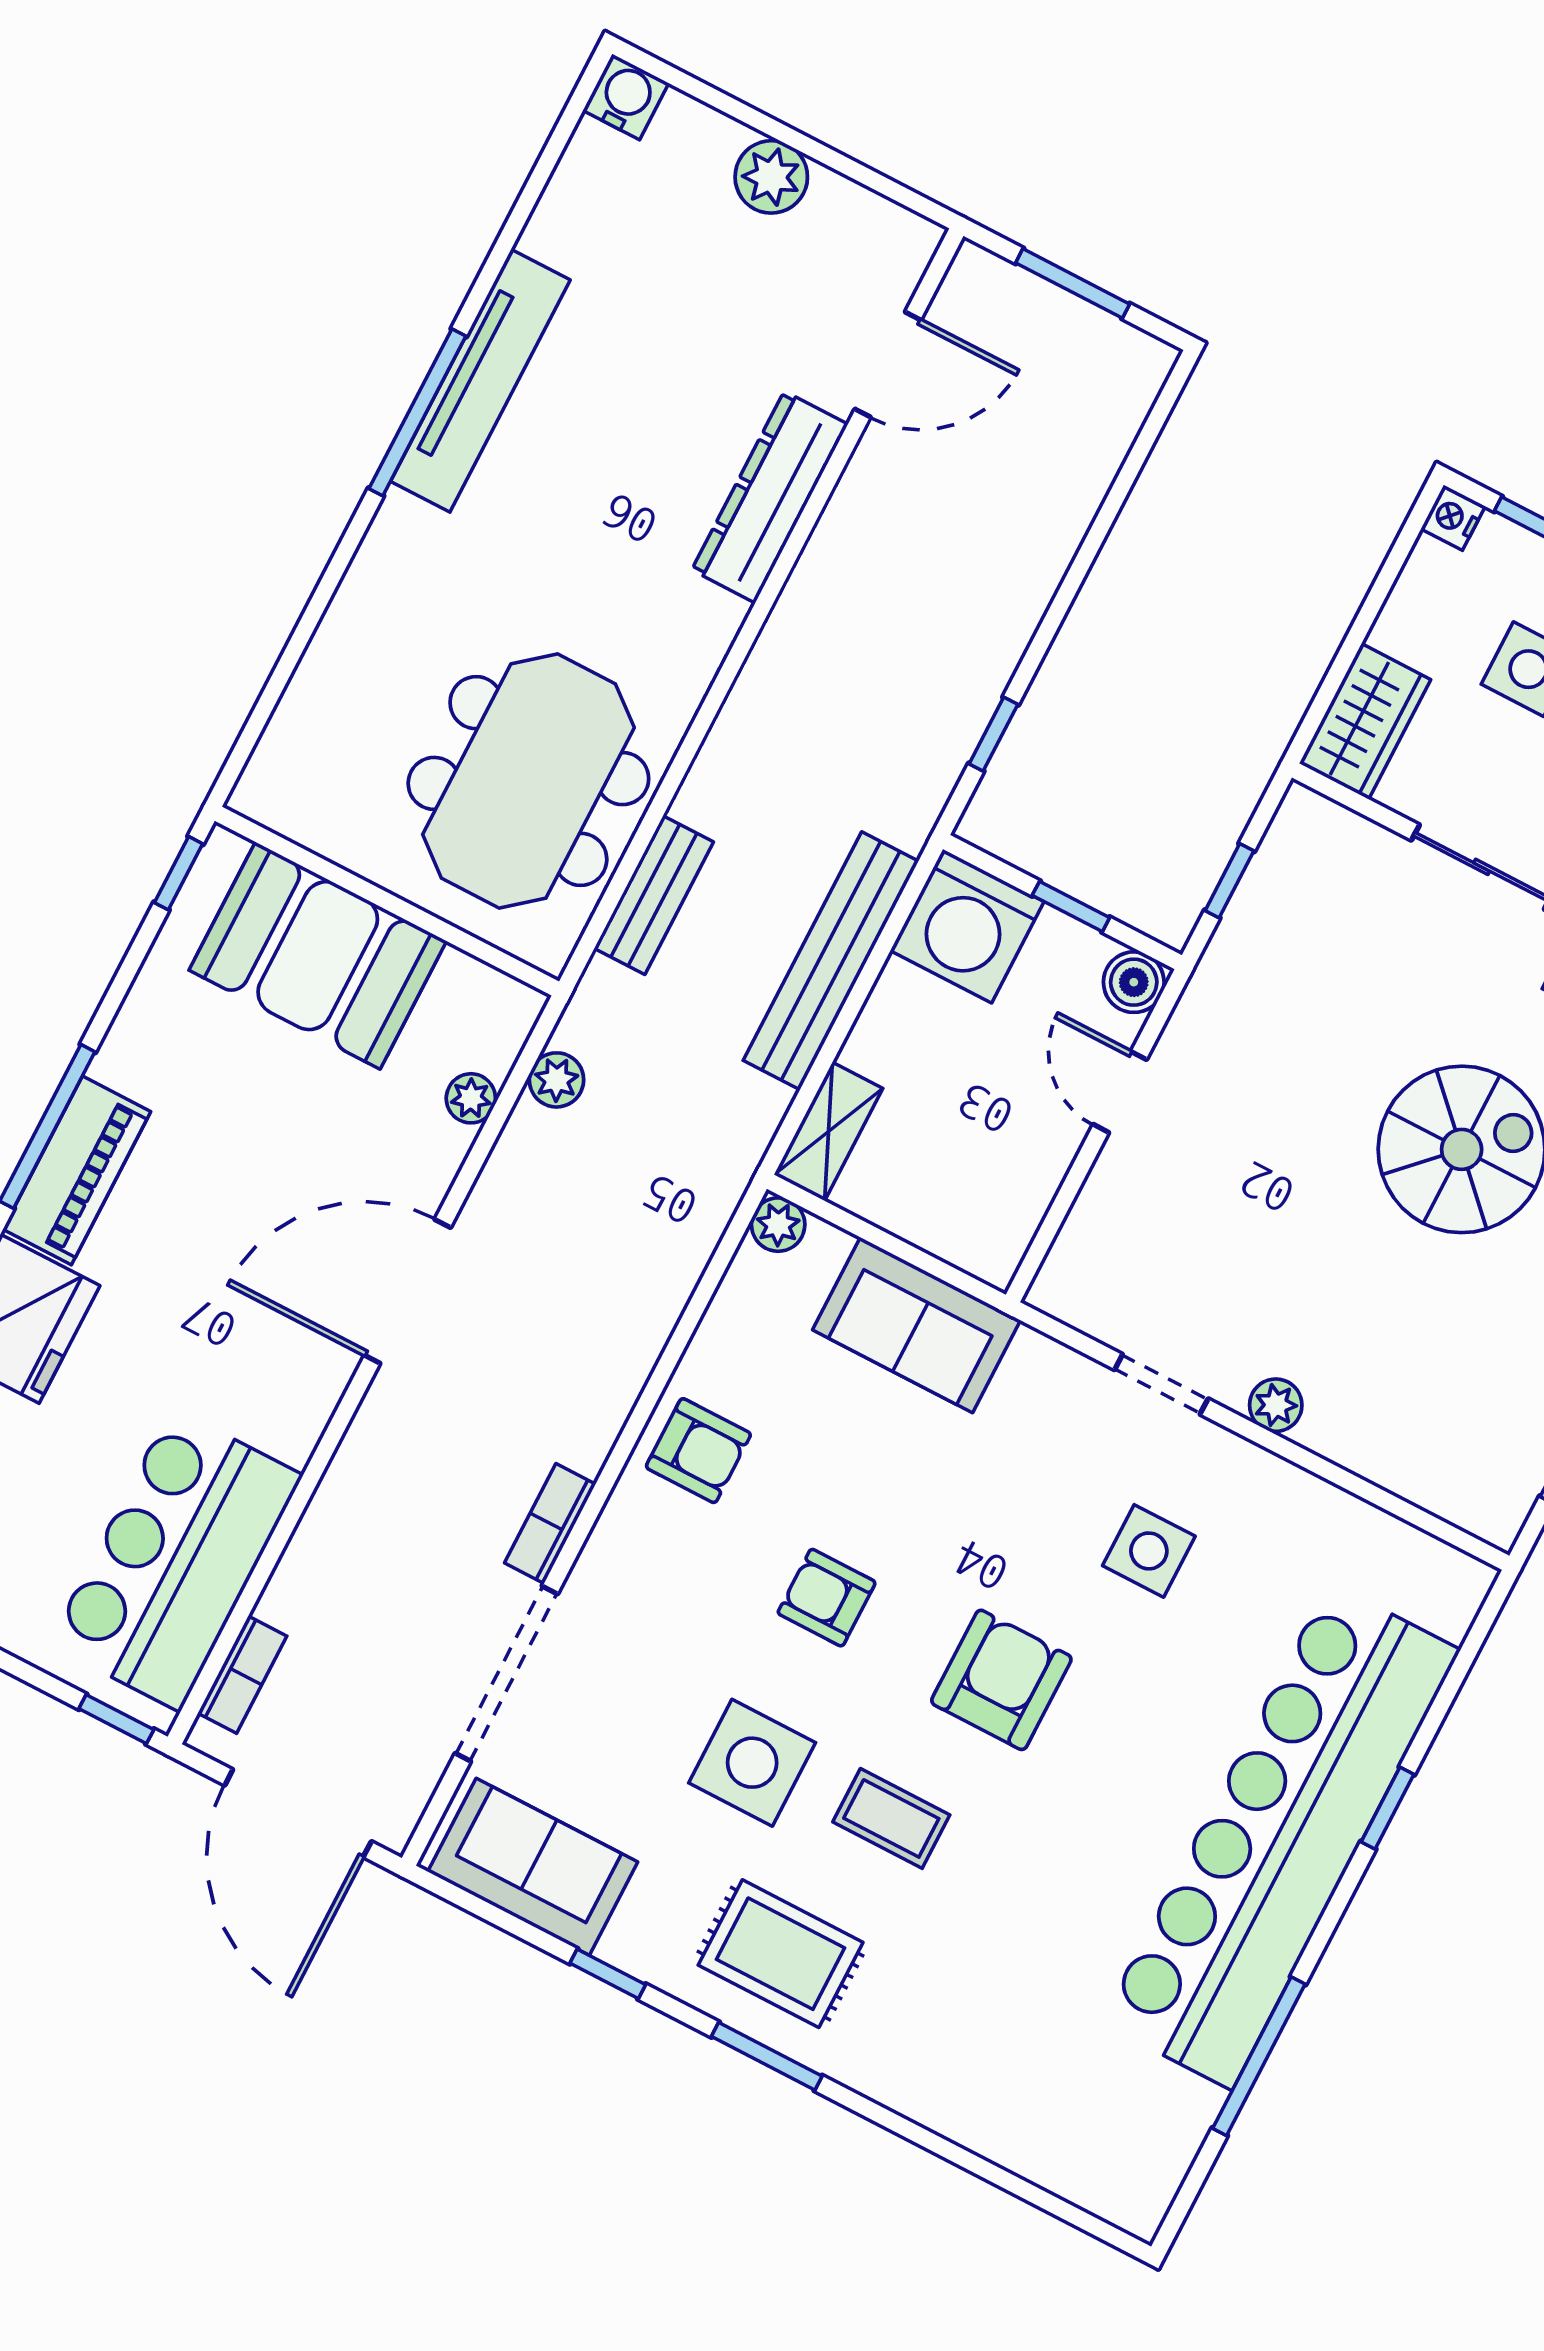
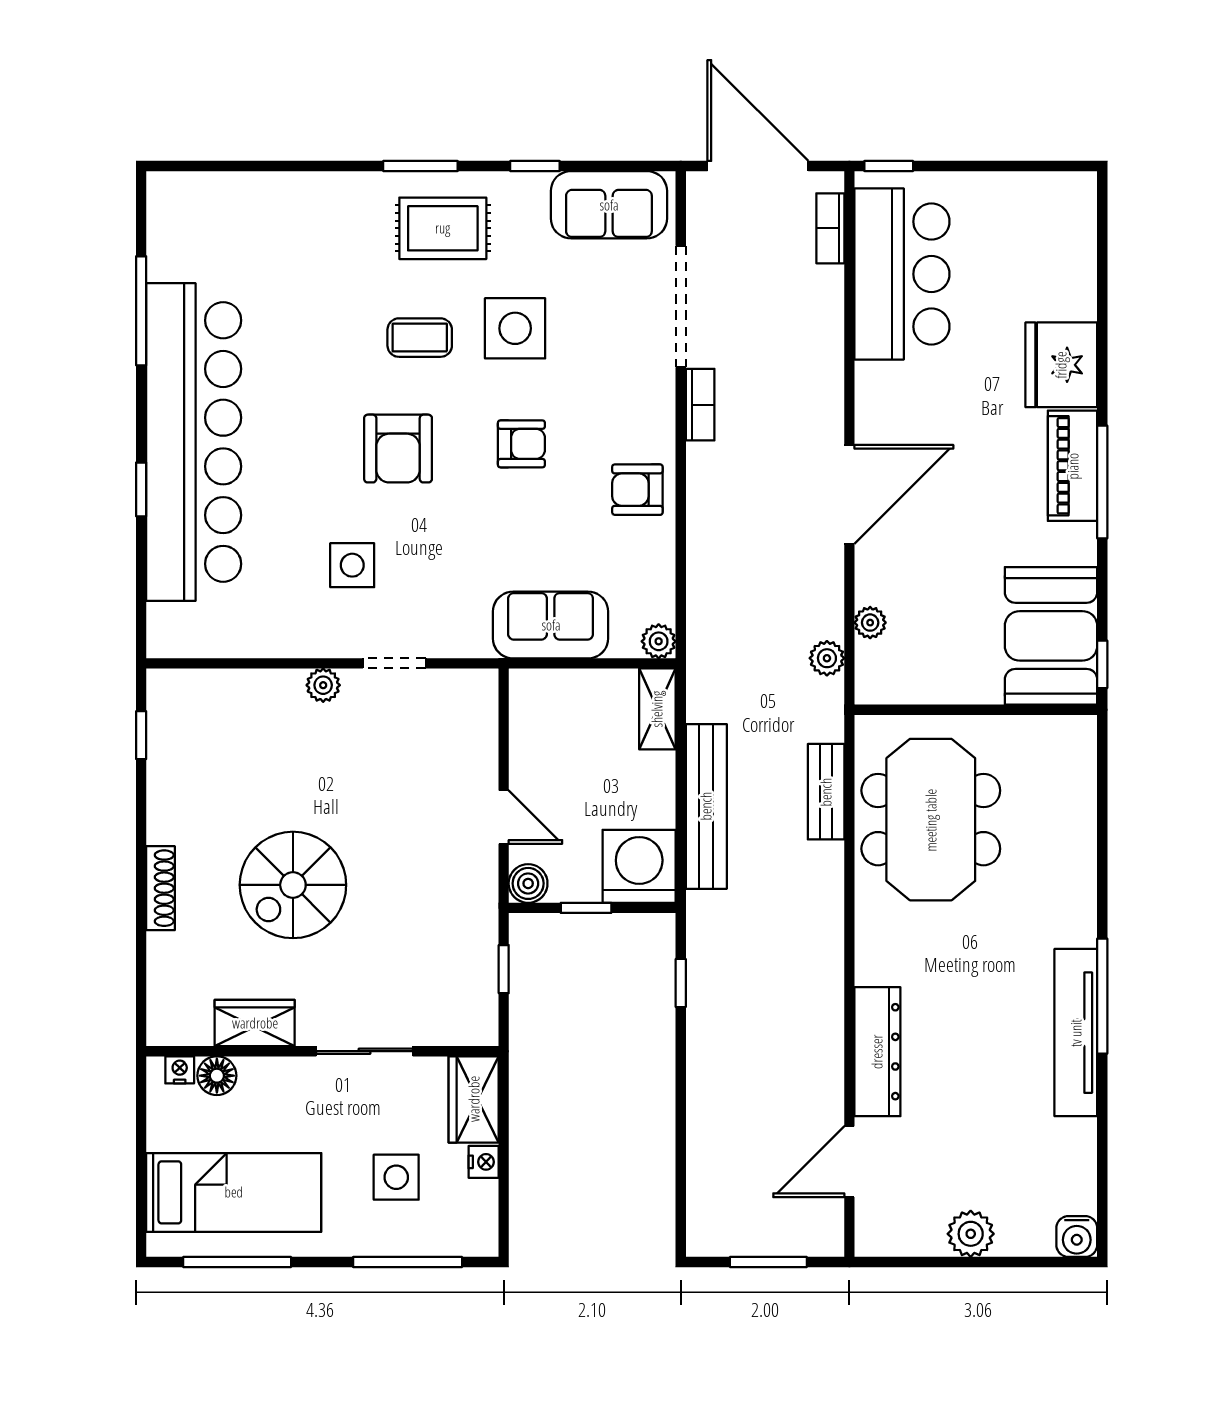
nightstand: (1453, 518) -> (484, 1162), moved
booth: (318, 956) -> (1051, 636), moved, turned 90

